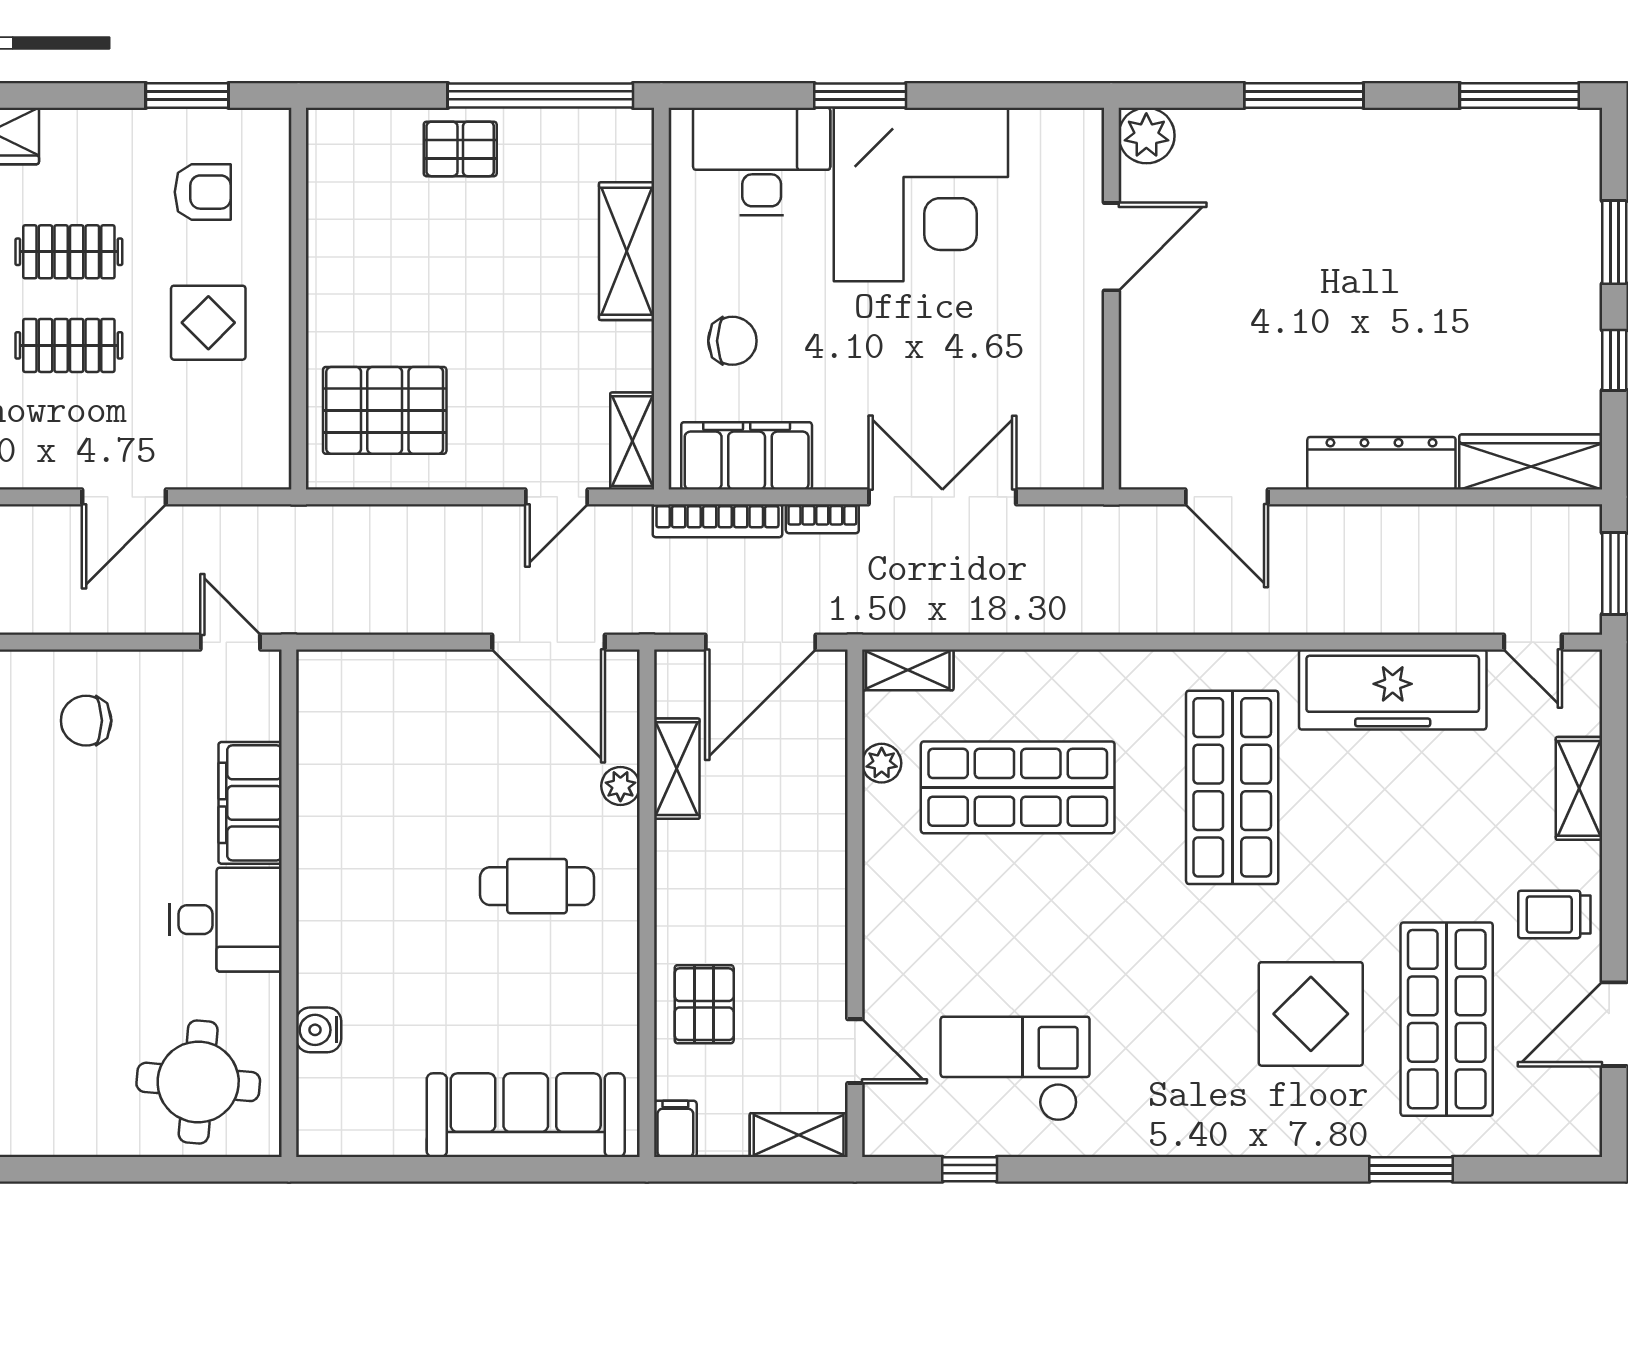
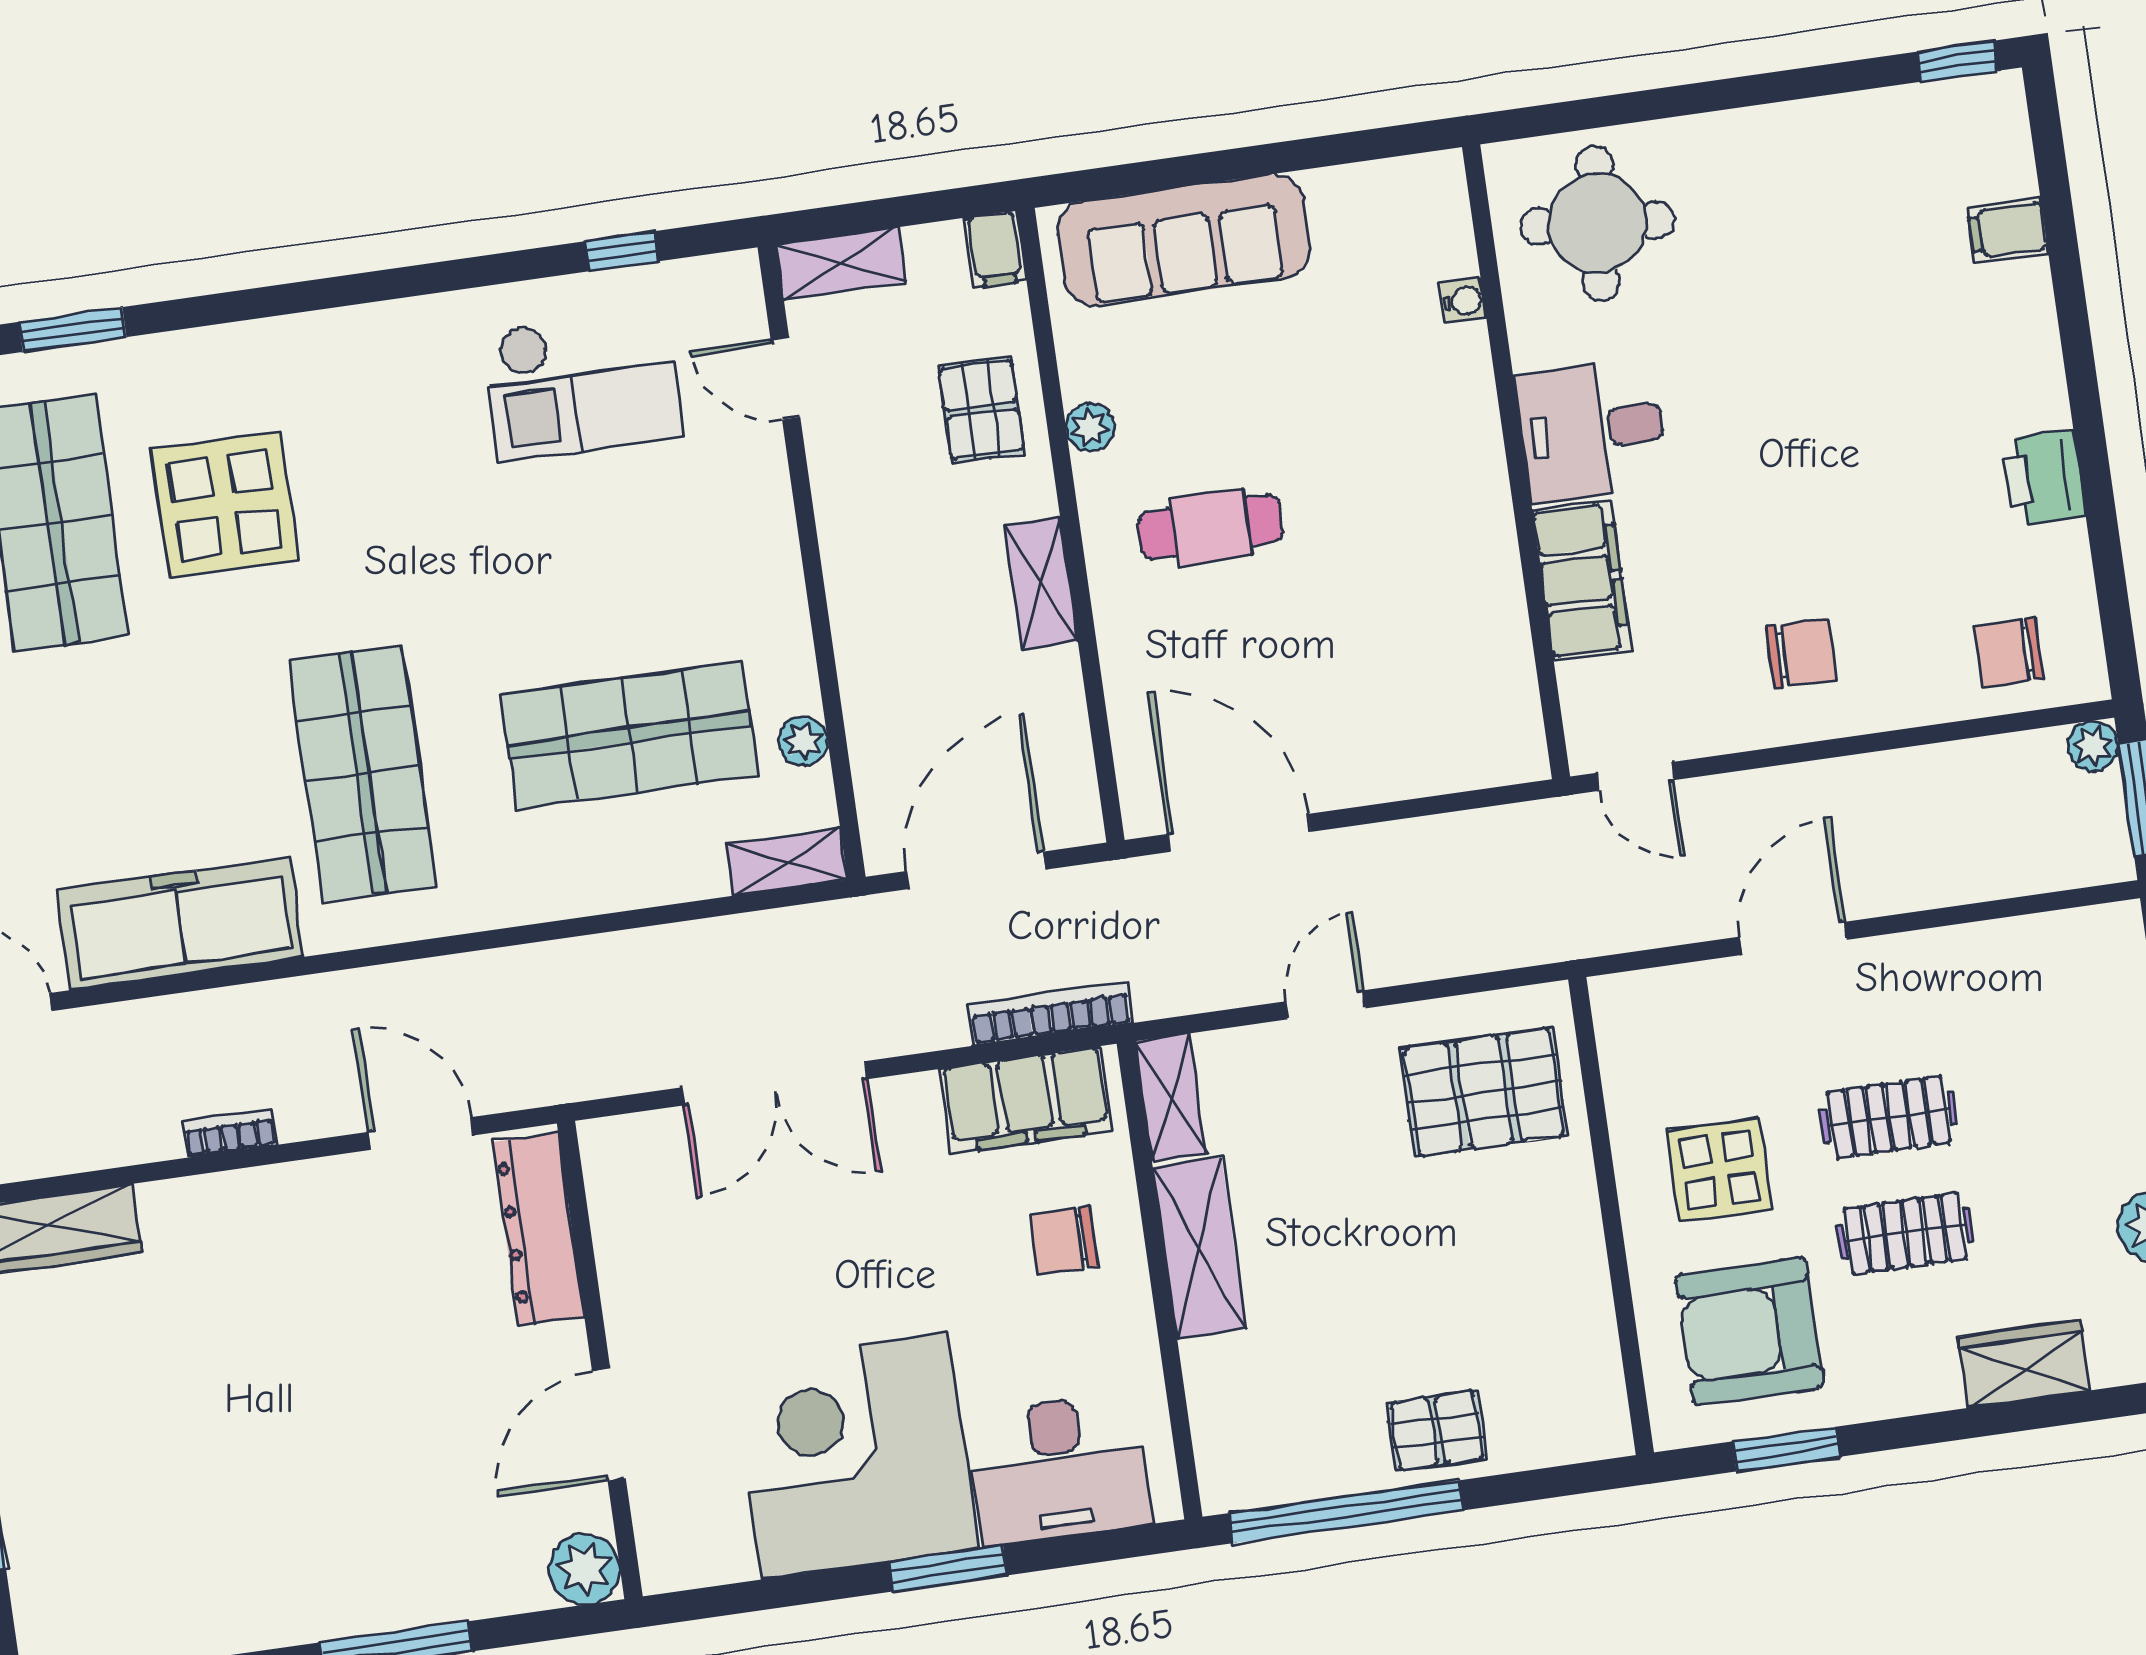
armchair: (203, 192) -> (1749, 1332), width x1.88, depth x1.88
shelving: (627, 251) -> (1199, 1248), moved
dresser: (1381, 463) -> (538, 1229), moved, turned 90
door: (557, 497) -> (1325, 1005), moved
bookcase: (822, 519) -> (230, 1133), moved
shelving: (677, 769) -> (1041, 583), moved
plant: (620, 786) -> (1090, 427), moved
water cooler: (319, 1030) -> (1463, 301), width x0.72, depth x0.72

